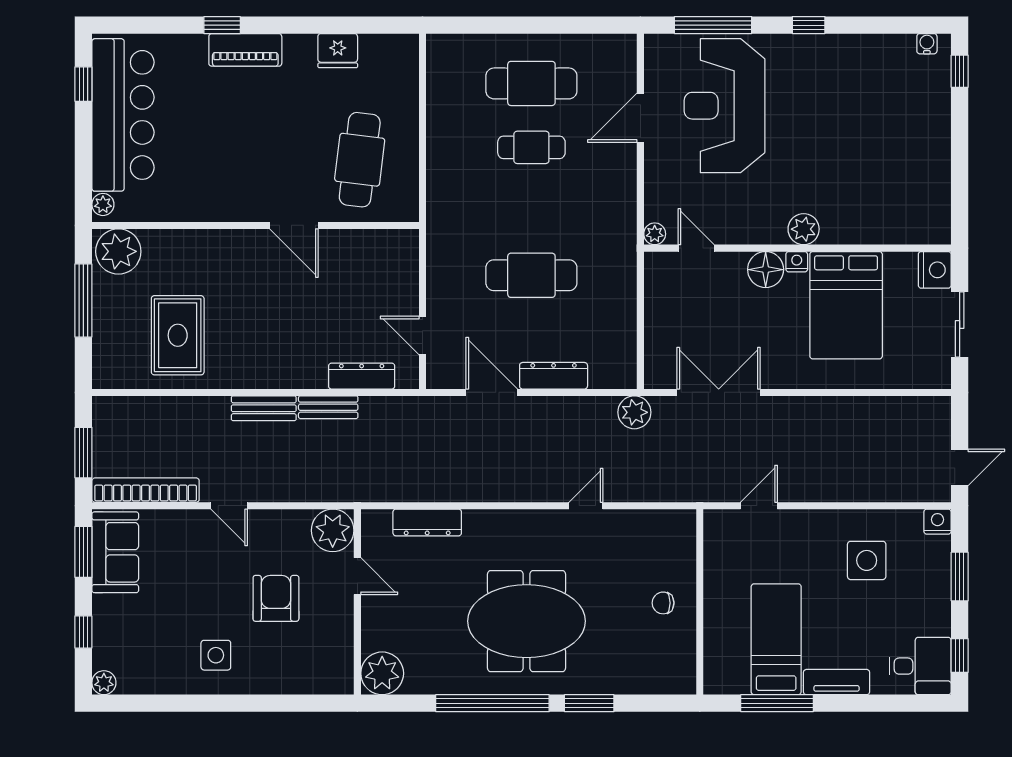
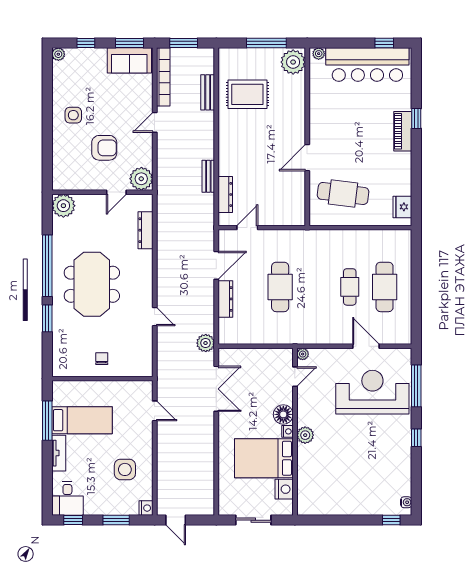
fridge: (338, 51) -> (402, 207), moved
nightstand: (935, 270) -> (284, 489), moved, turned -90
bench: (264, 408) -> (208, 92), moved

